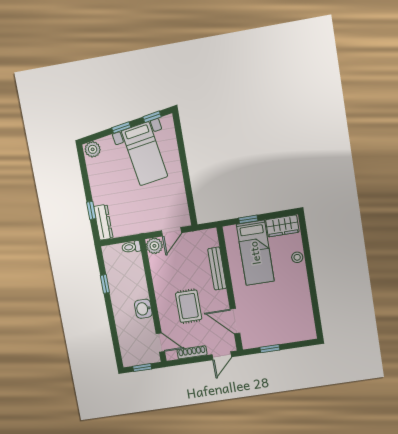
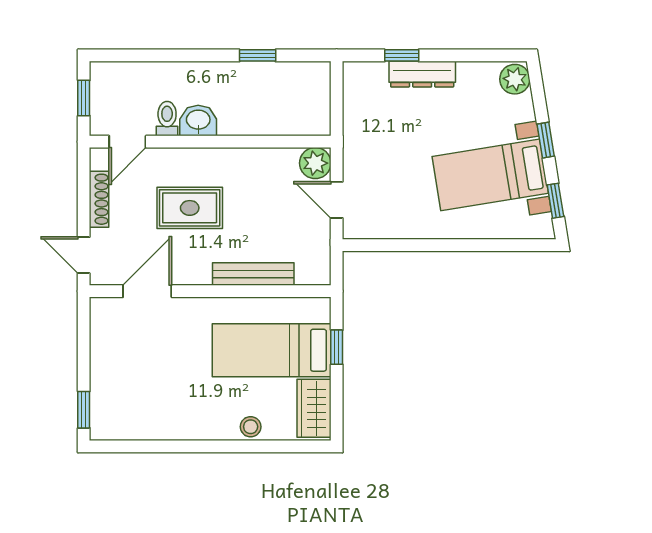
dresser: (103, 222) -> (422, 74), moved
toilet: (131, 247) -> (167, 119), moved
window: (270, 349) -> (84, 410), moved

